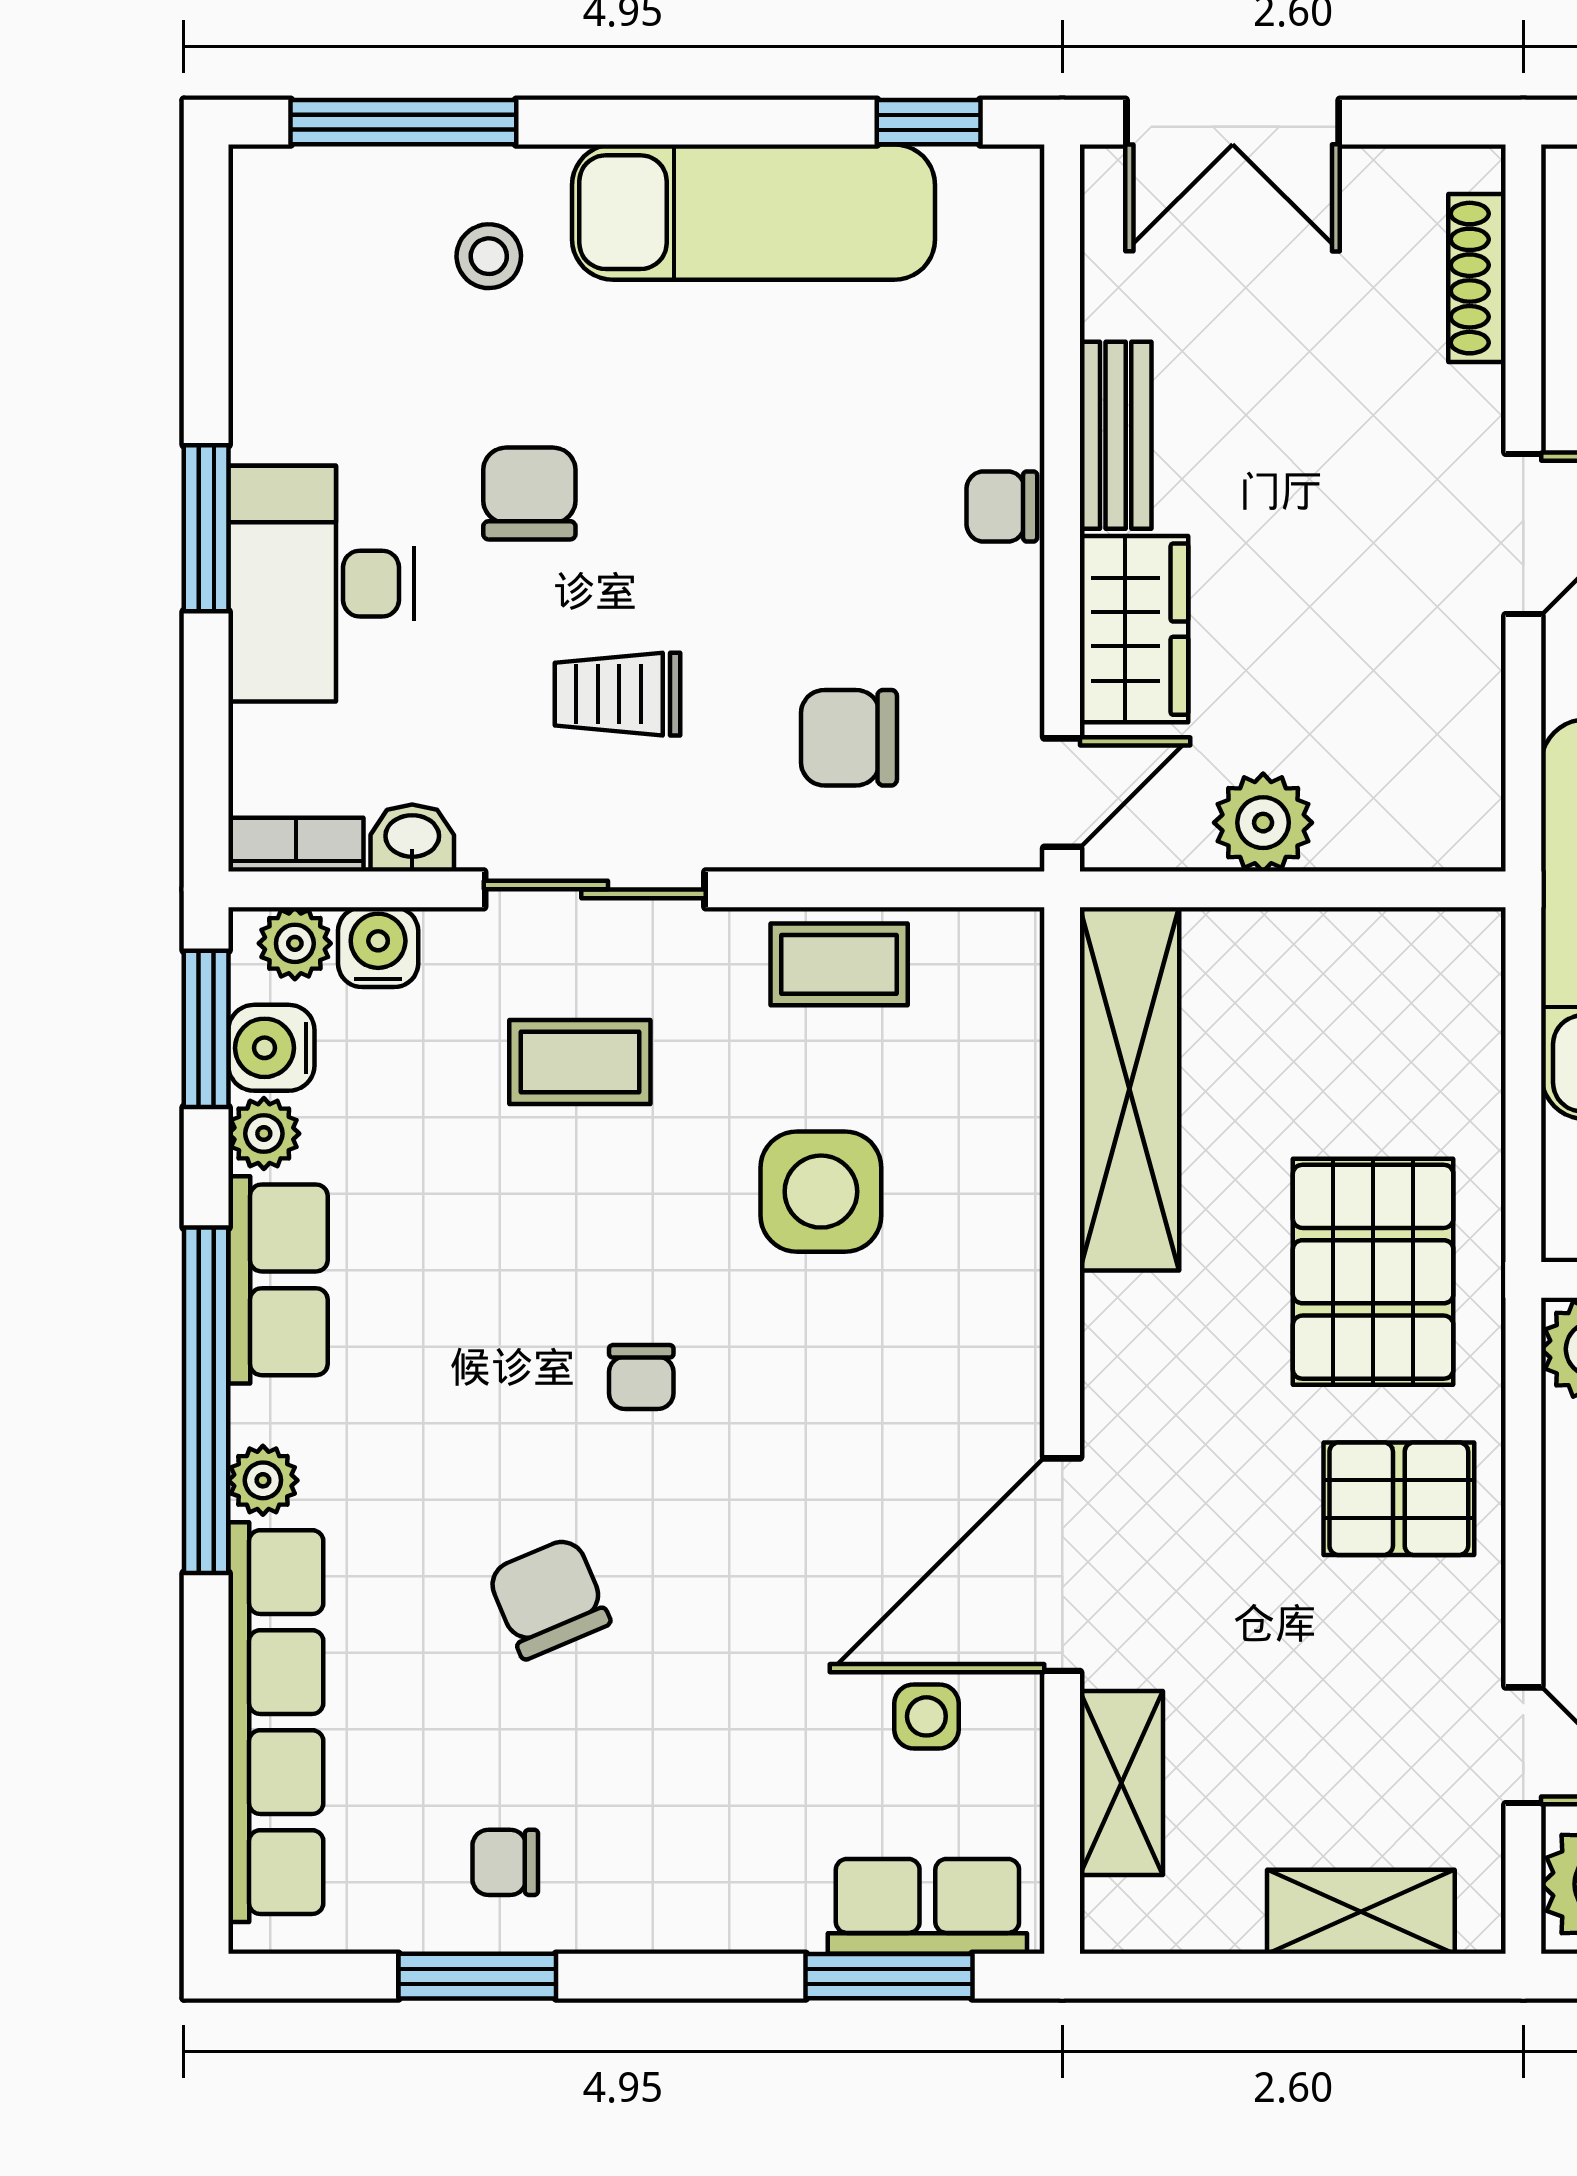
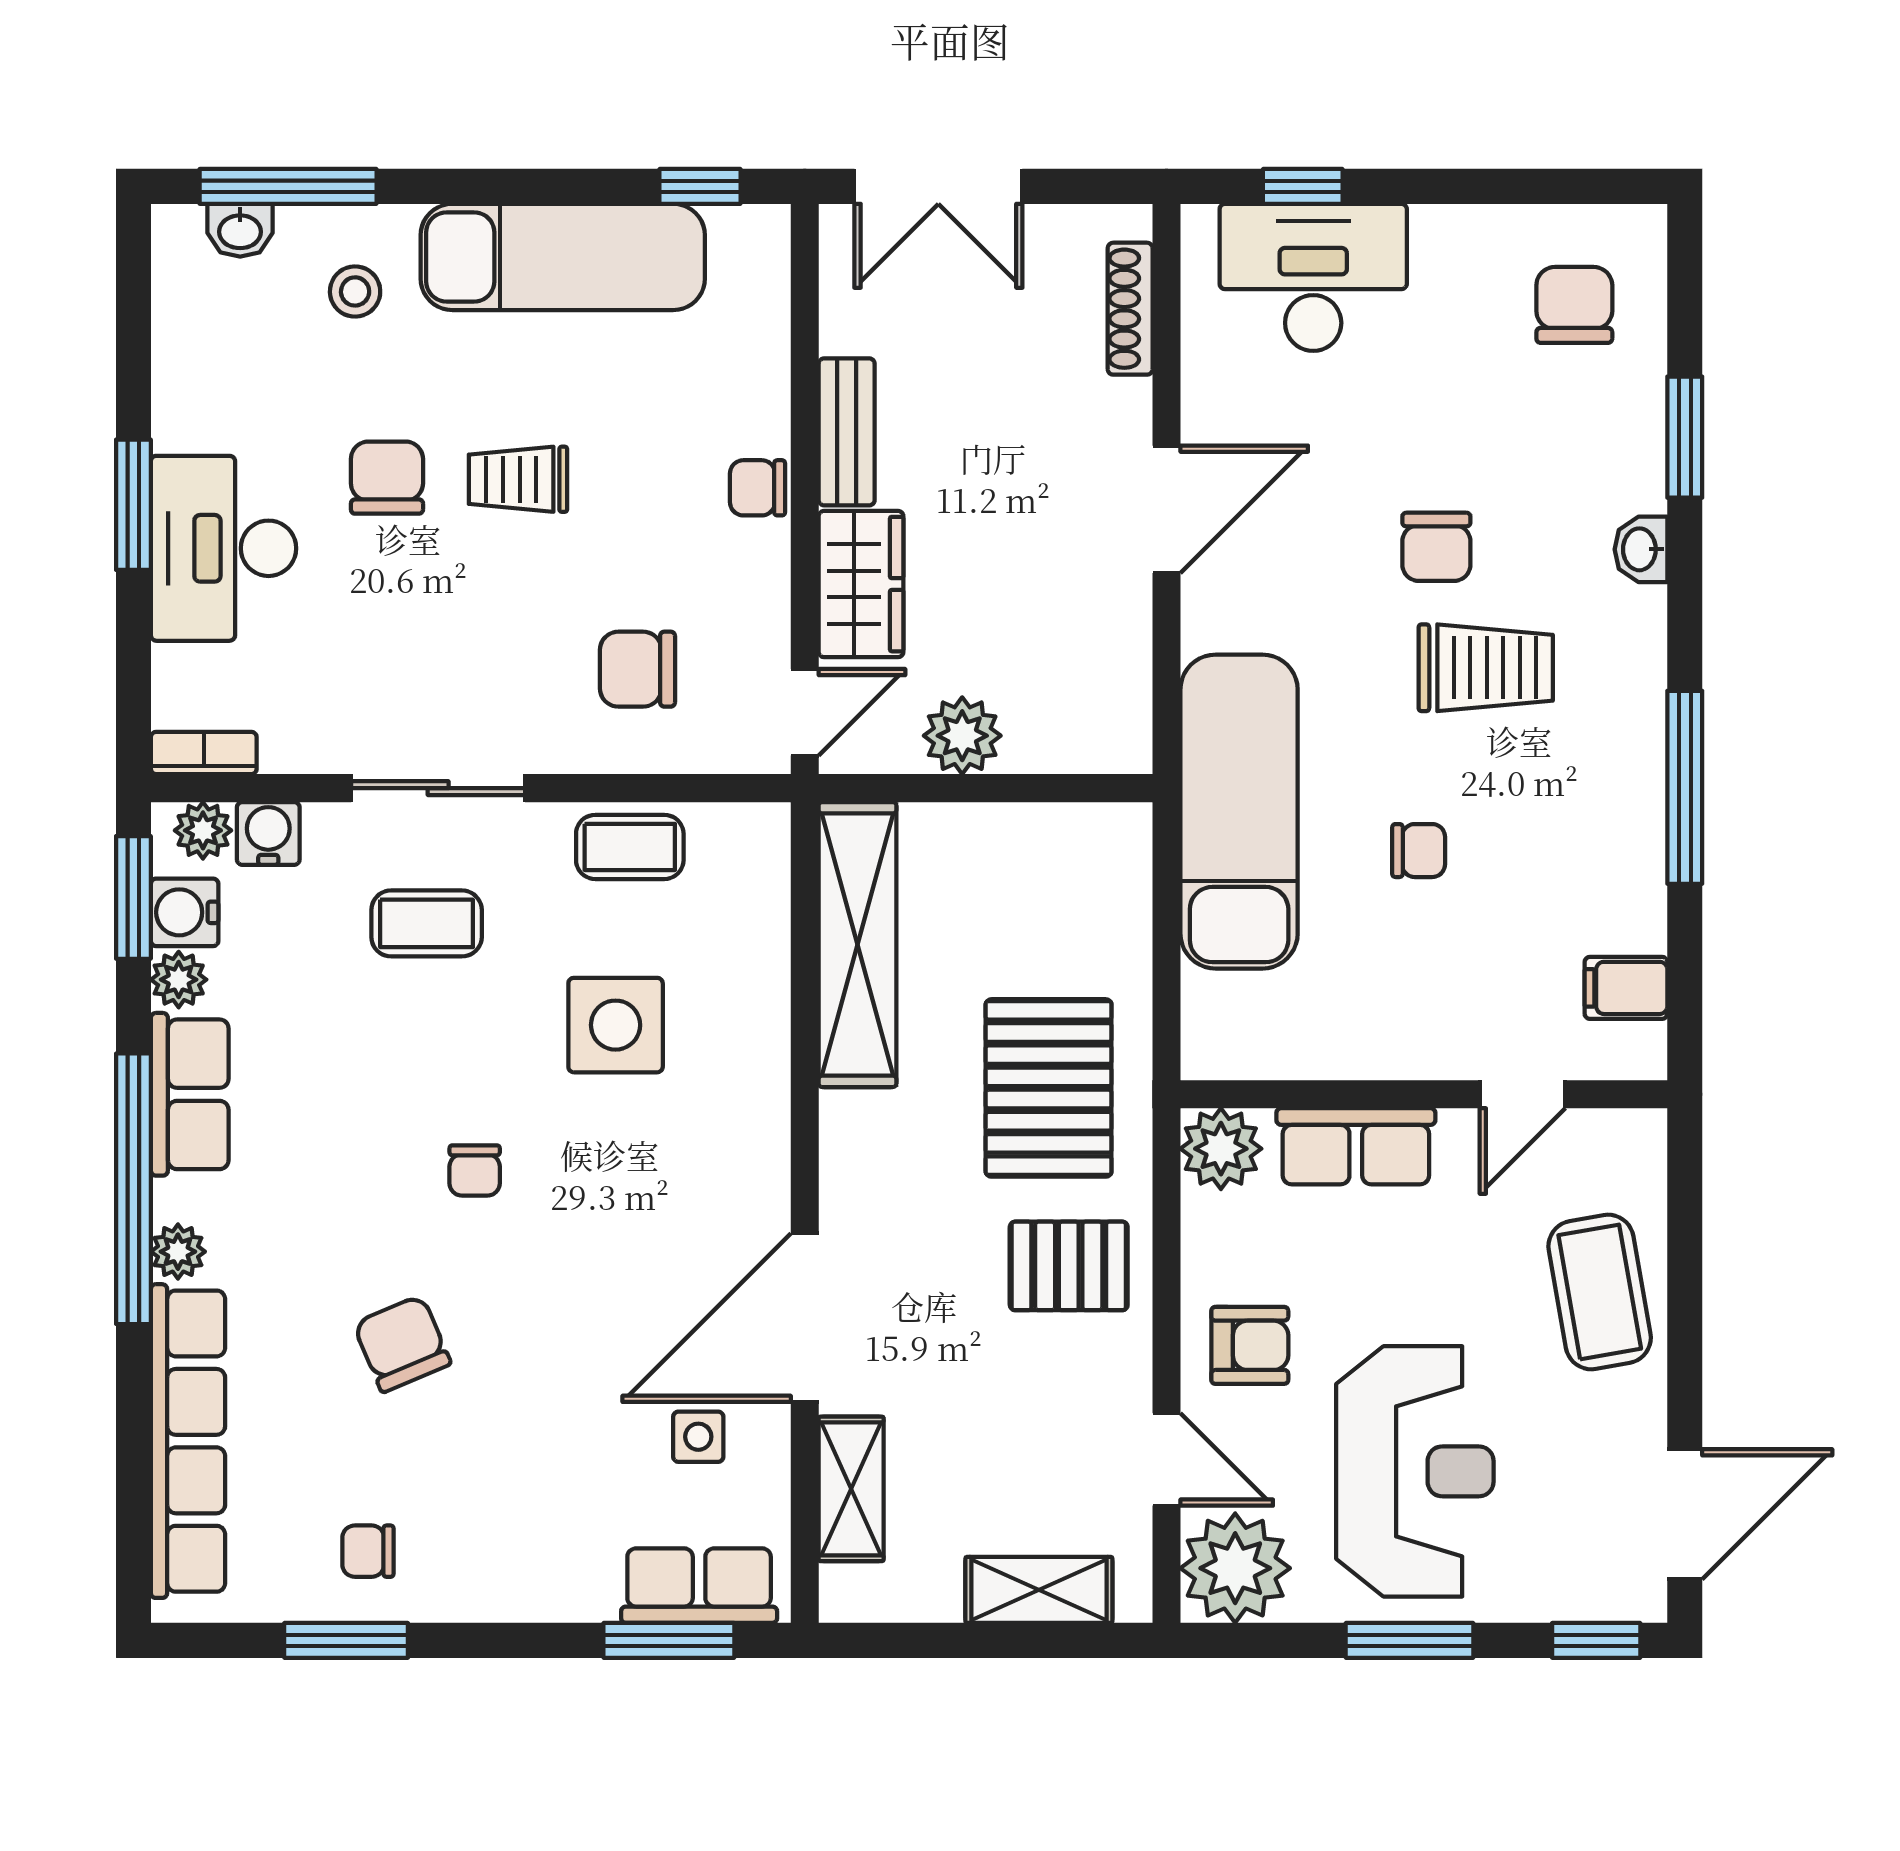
trolley: (617, 694) -> (518, 479), moved
washbasin: (412, 838) -> (240, 230), moved, turned 180

